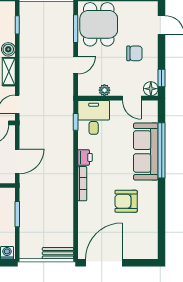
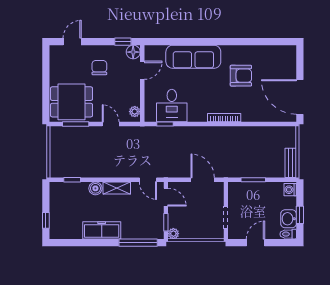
plant: (104, 90) -> (135, 112), moved
desk: (94, 117) -> (172, 106), moved, turned -90
window: (162, 150) -> (192, 42), removed
printer: (85, 157) -> (199, 115), removed
armchair: (126, 201) -> (241, 76), turned -90
bench: (58, 253) -> (291, 163), moved

